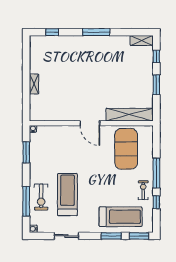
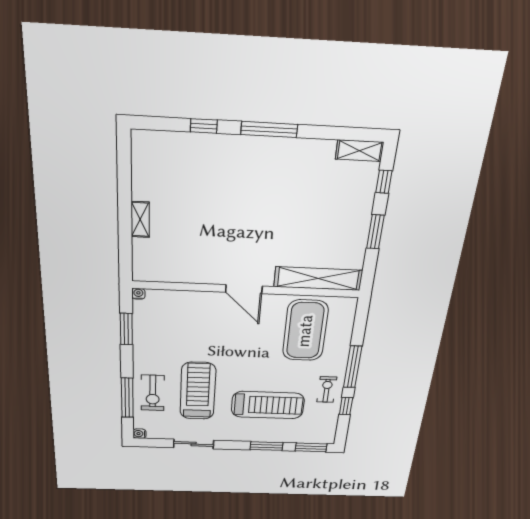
window: (52, 32) -> (204, 126), moved
treadmill: (121, 217) -> (268, 405), moved

